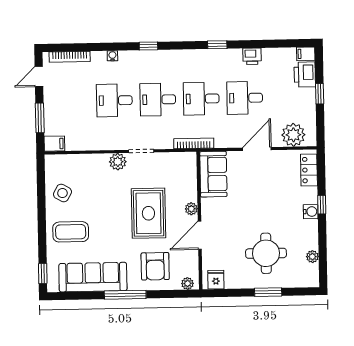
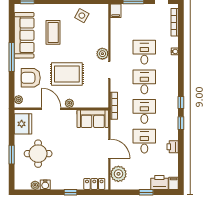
window: (148, 46) -> (181, 102), moved
water cooler: (311, 212) -> (45, 185), moved
coffee table: (71, 232) -> (53, 32), moved
fridge: (216, 280) -> (23, 124), width x1.88, depth x1.34

